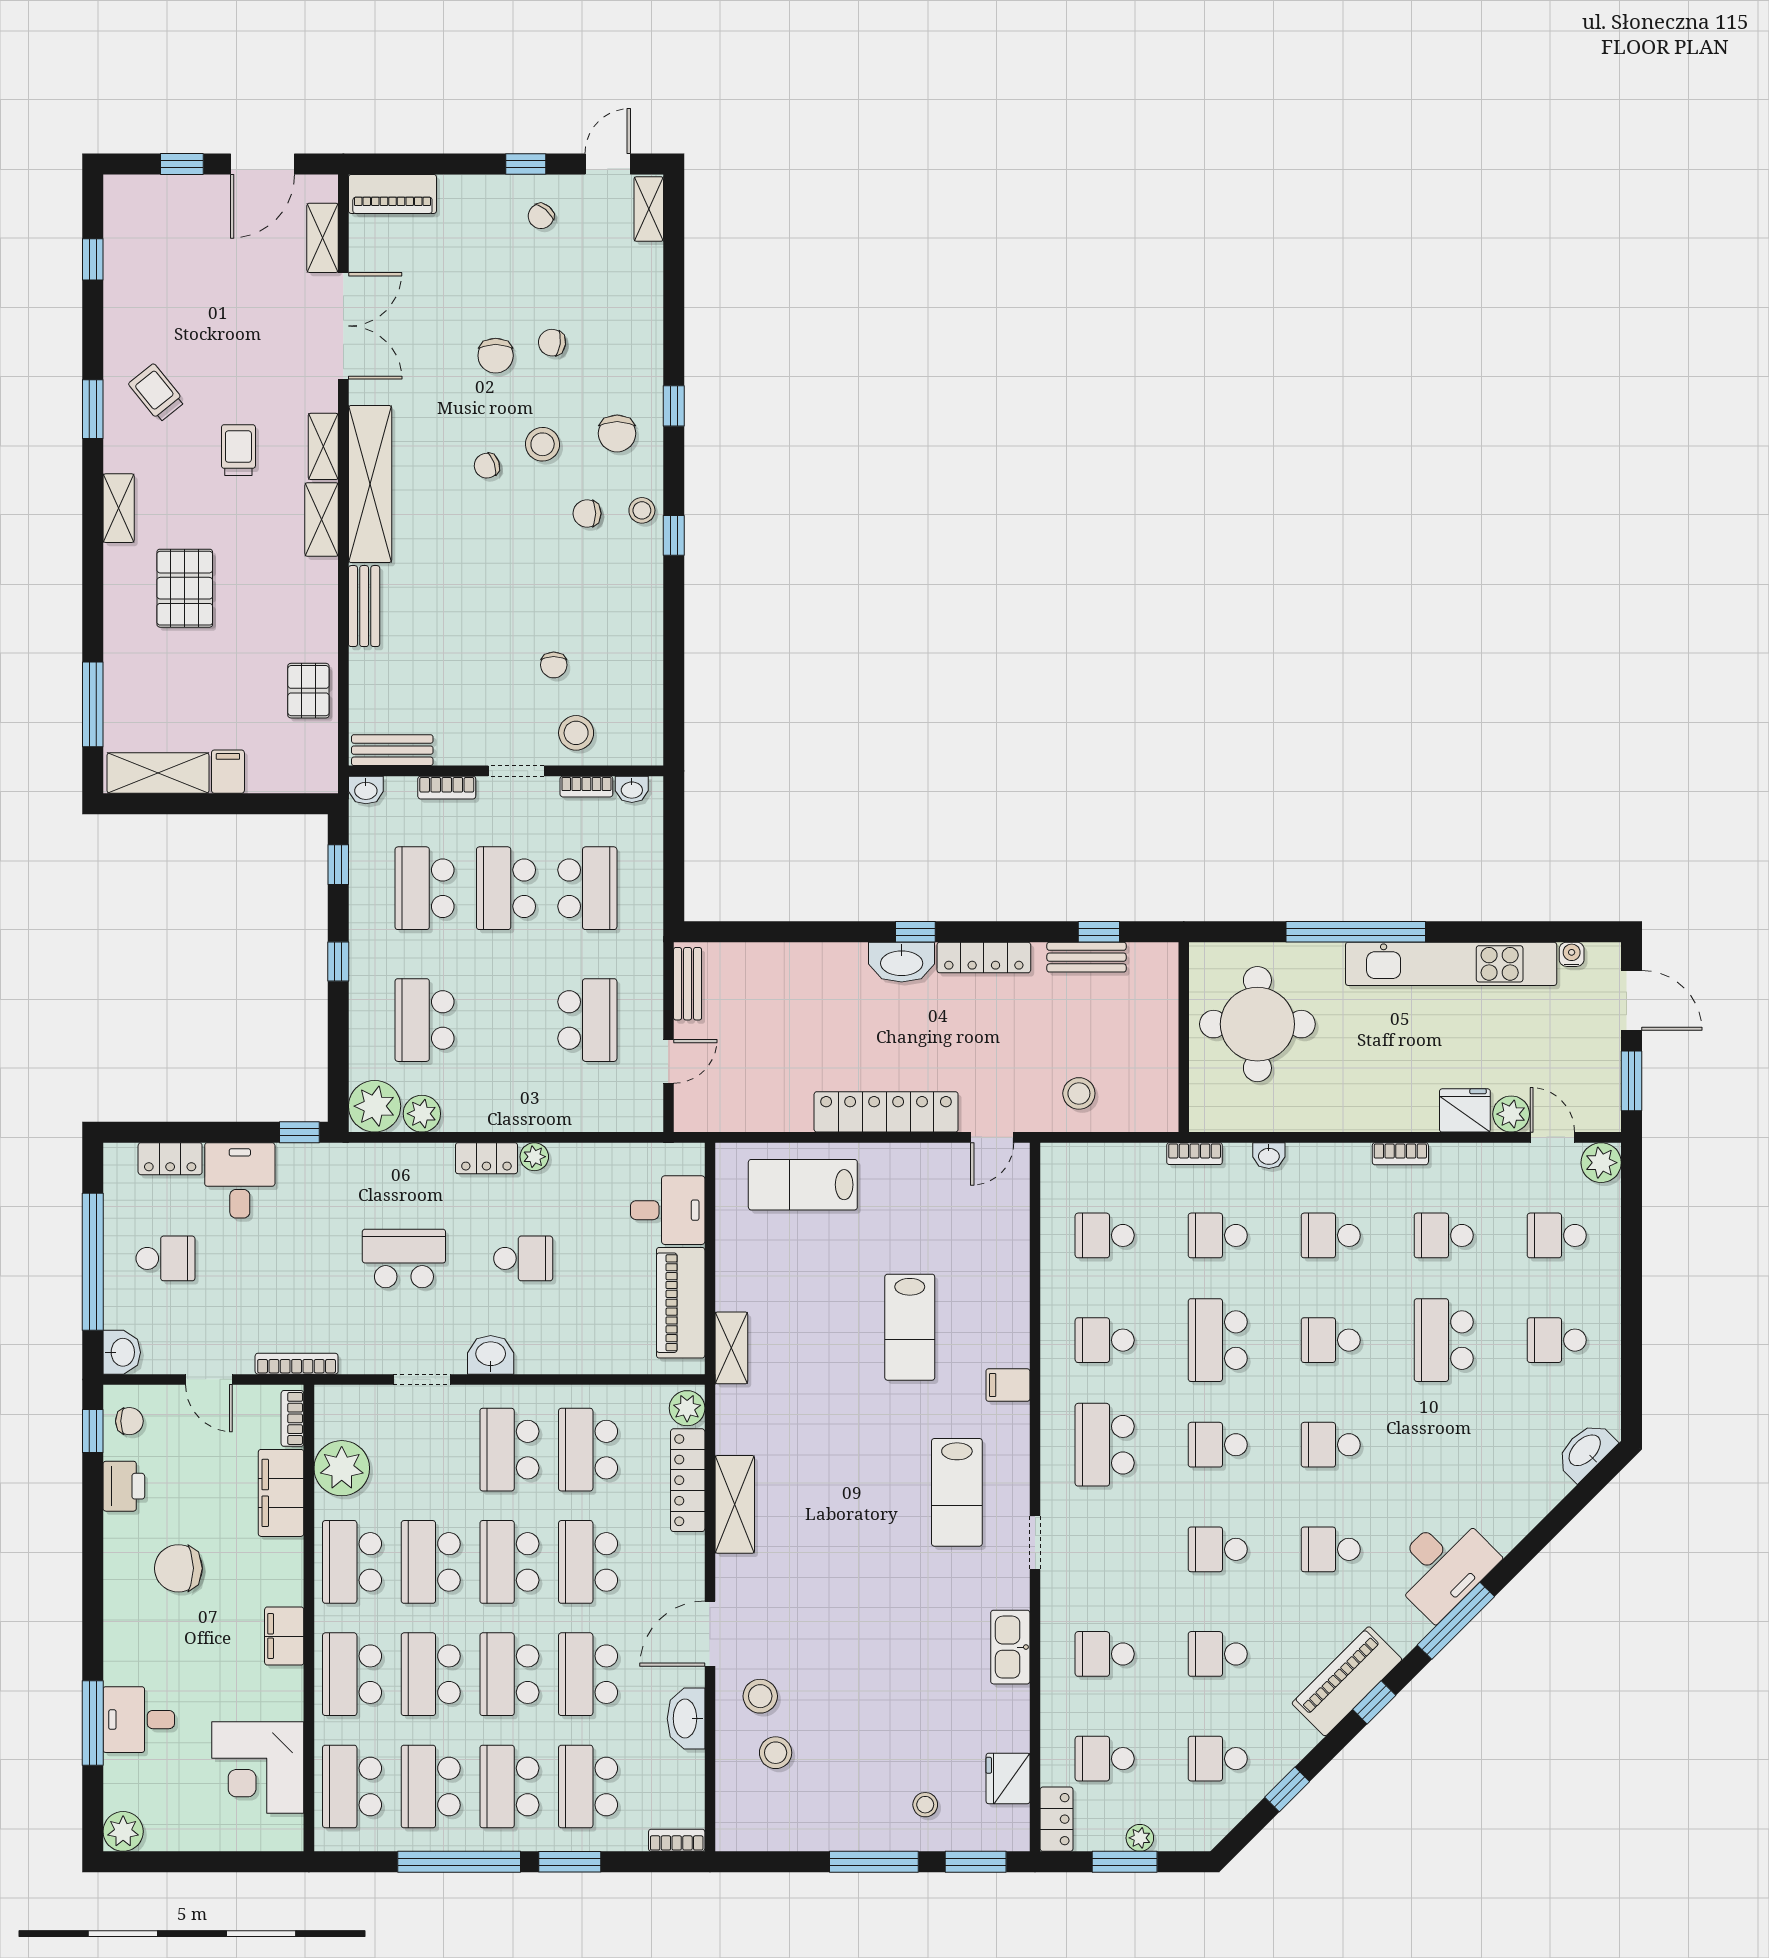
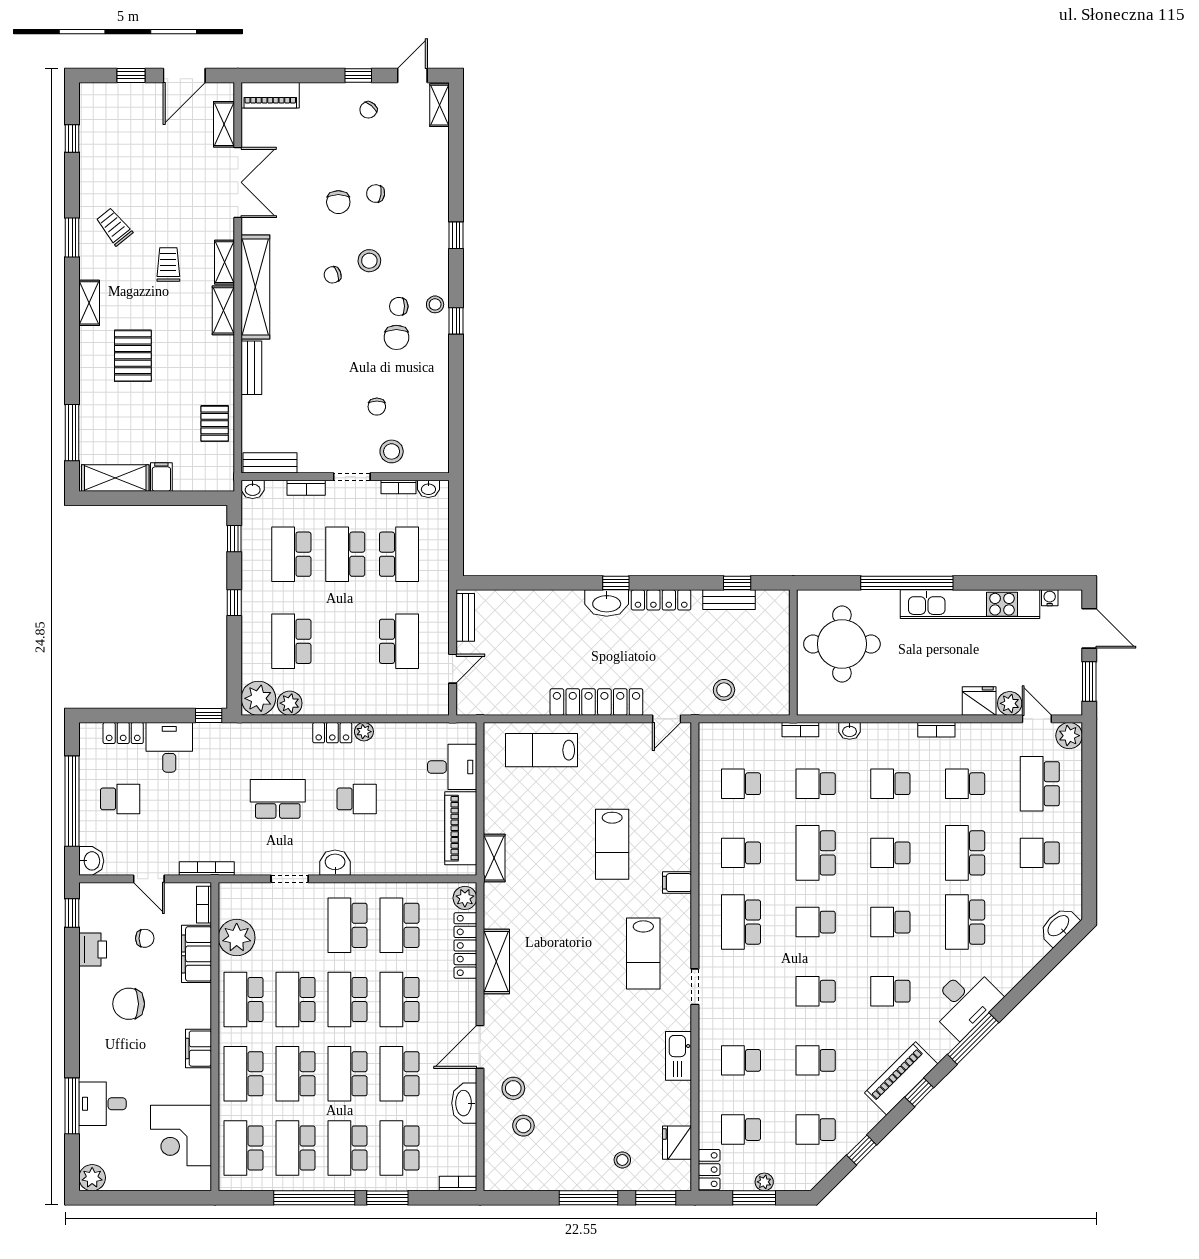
chair: (617, 433) -> (396, 337), moved
school desk: (1557, 1235) -> (1040, 784), width x1.85
chair: (129, 1421) -> (145, 938), moved
school desk: (1444, 1445) -> (965, 922), added

